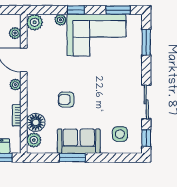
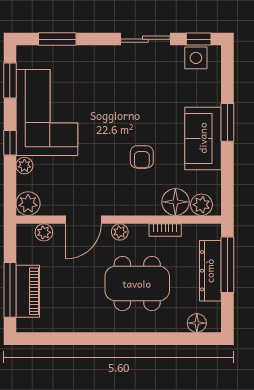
side table: (120, 134) -> (196, 58), moved
window: (72, 158) -> (227, 122), moved

